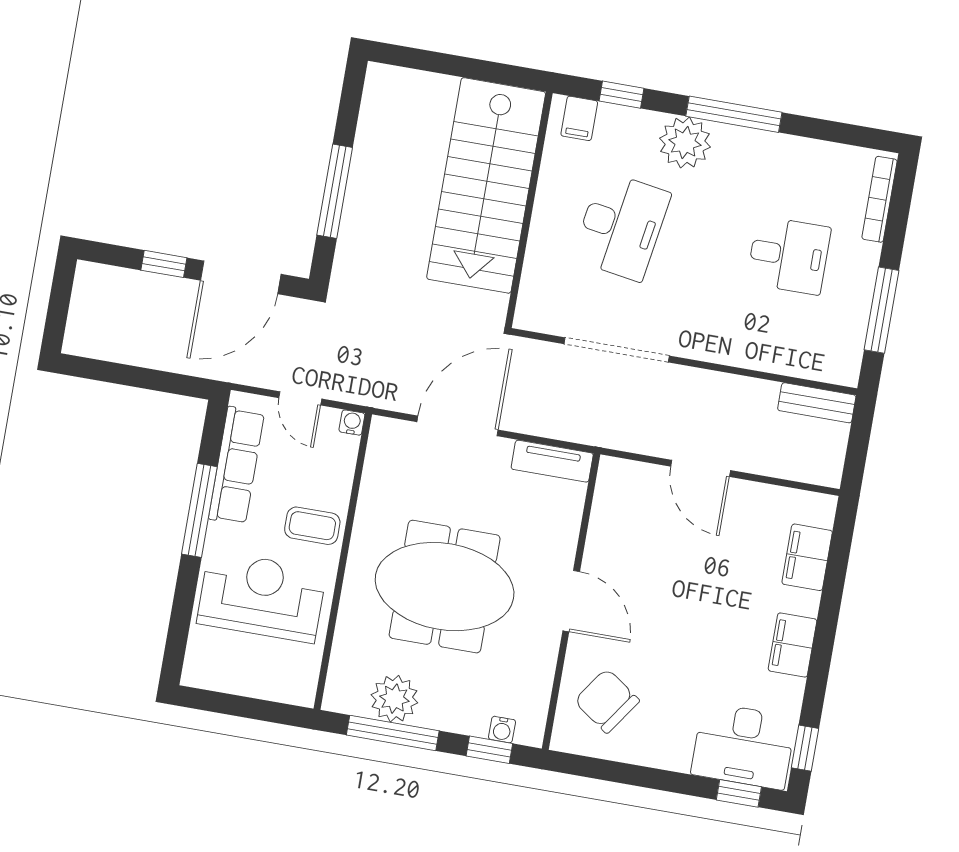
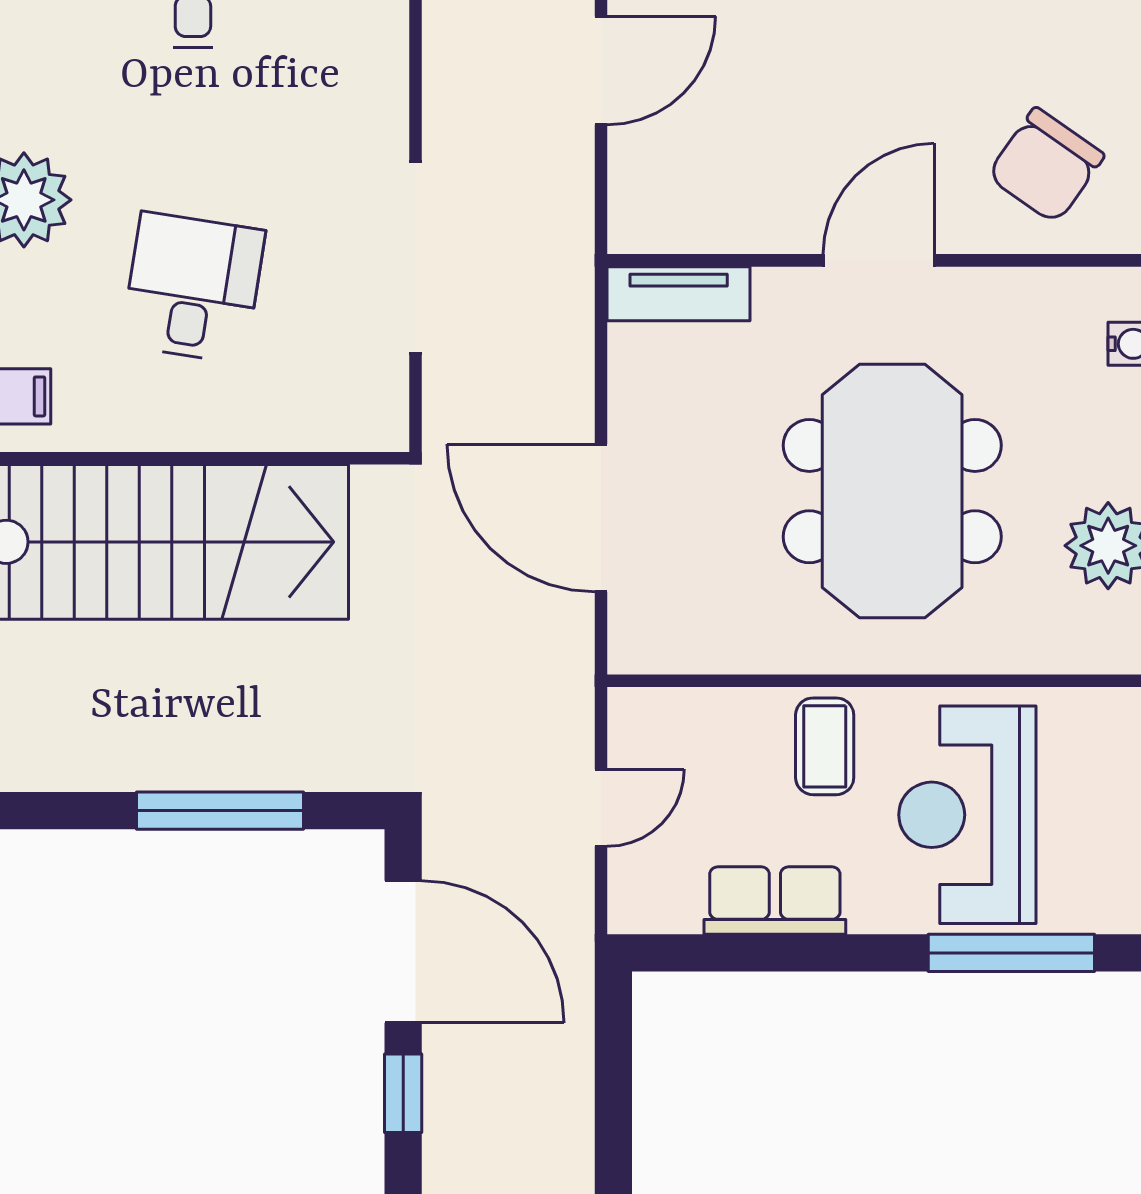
desk: (621, 226) -> (193, 288), width x0.73
water cooler: (352, 423) -> (628, 708), removed
tv unit: (552, 461) -> (679, 294), moved, turned 90
row of seats: (237, 466) -> (775, 900), width x0.68
window: (199, 510) -> (1011, 953), moved

